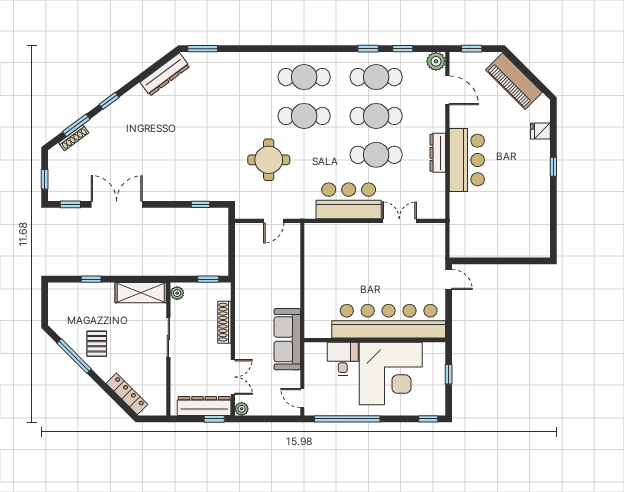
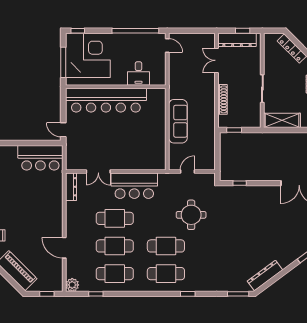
window: (368, 49) -> (188, 294), moved
door: (447, 90) -> (64, 248), moved
dresser: (438, 153) -> (71, 187), moved
bar counter: (467, 160) -> (40, 158), moved, turned -90
plant: (177, 293) -> (256, 120), removed
sofa: (287, 339) -> (178, 121), moved
corner desk: (391, 373) -> (88, 55), moved, turned 90
window: (449, 374) -> (63, 62), width x2.17
plant: (242, 409) -> (210, 38), removed
window: (214, 419) -> (243, 31), moved

